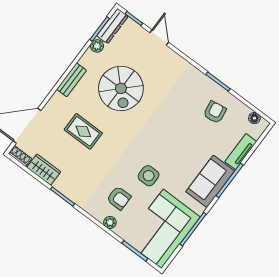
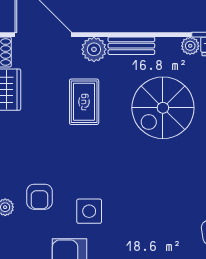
plant: (57, 103) -> (94, 49), added

